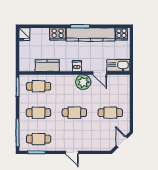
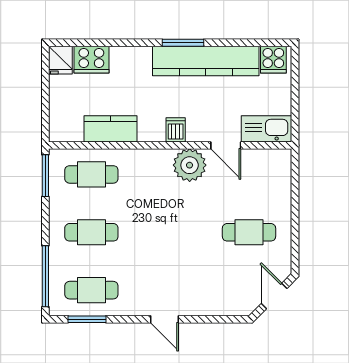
cooker: (58, 34) -> (91, 60), moved
cafe table: (74, 113) -> (170, 232), removed

